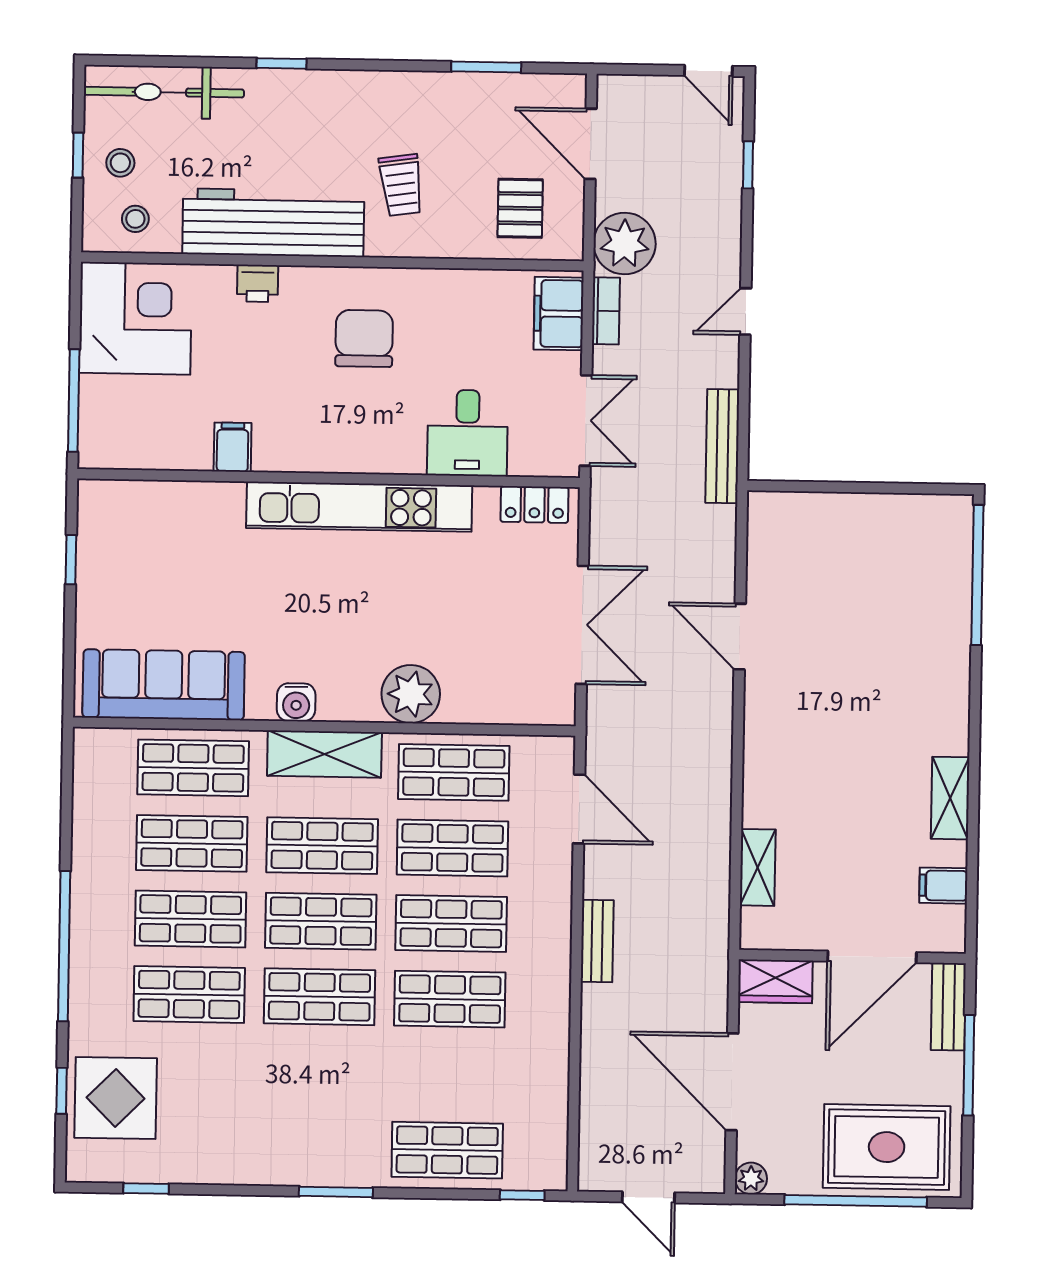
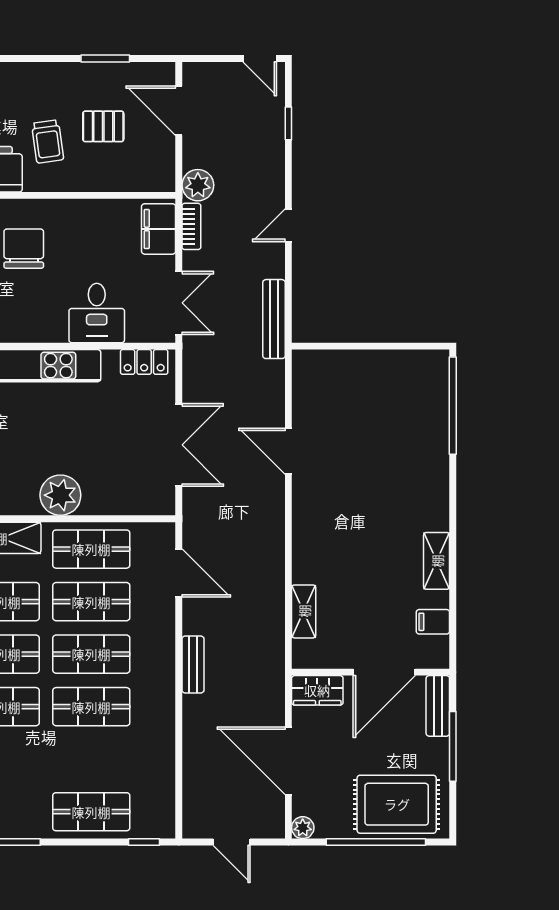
pallet: (520, 208) -> (103, 126), moved, turned 90
plant: (625, 244) -> (198, 185), width x0.73, depth x0.73

